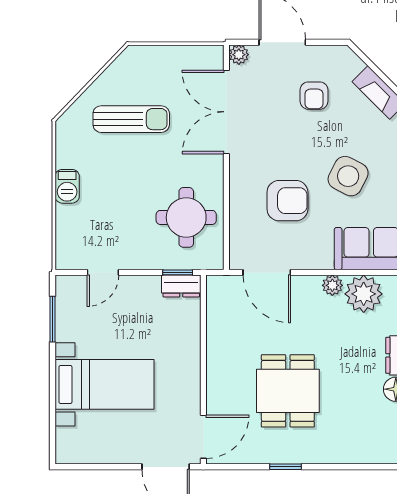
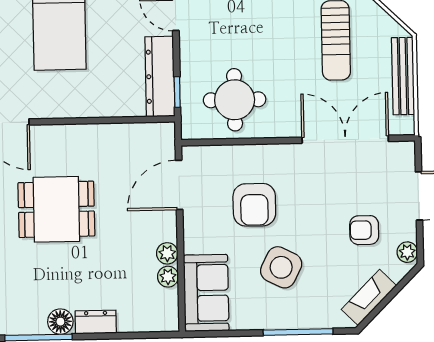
bench: (167, 55) -> (403, 76), added
plant: (239, 55) -> (407, 252), moved
dresser: (181, 286) -> (160, 77), width x1.96, depth x1.24
plant: (364, 294) -> (168, 277), width x0.53, depth x0.53

